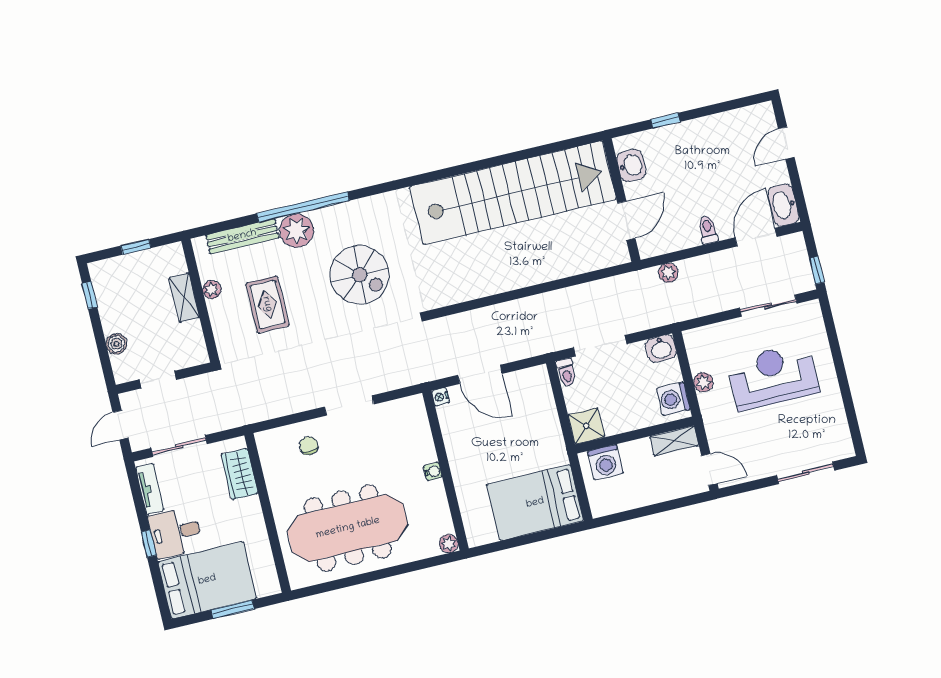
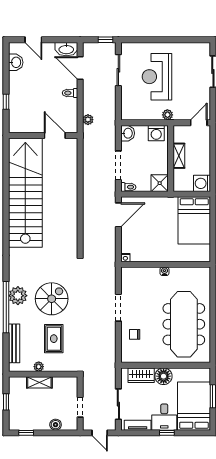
washbasin: (631, 165) -> (16, 62), moved, turned 90
plant: (297, 231) -> (18, 296), moved
spiral stairs: (360, 275) -> (52, 299), moved
rug: (267, 304) -> (54, 339), turned 90
door: (480, 374) -> (118, 215), moved
plant: (703, 382) -> (167, 115), moved
shelving: (674, 441) -> (179, 156), moved
washing machine: (605, 462) -> (202, 183), moved, turned 180
floor lamp: (247, 514) -> (164, 376), added
plant: (449, 544) -> (205, 272), removed

